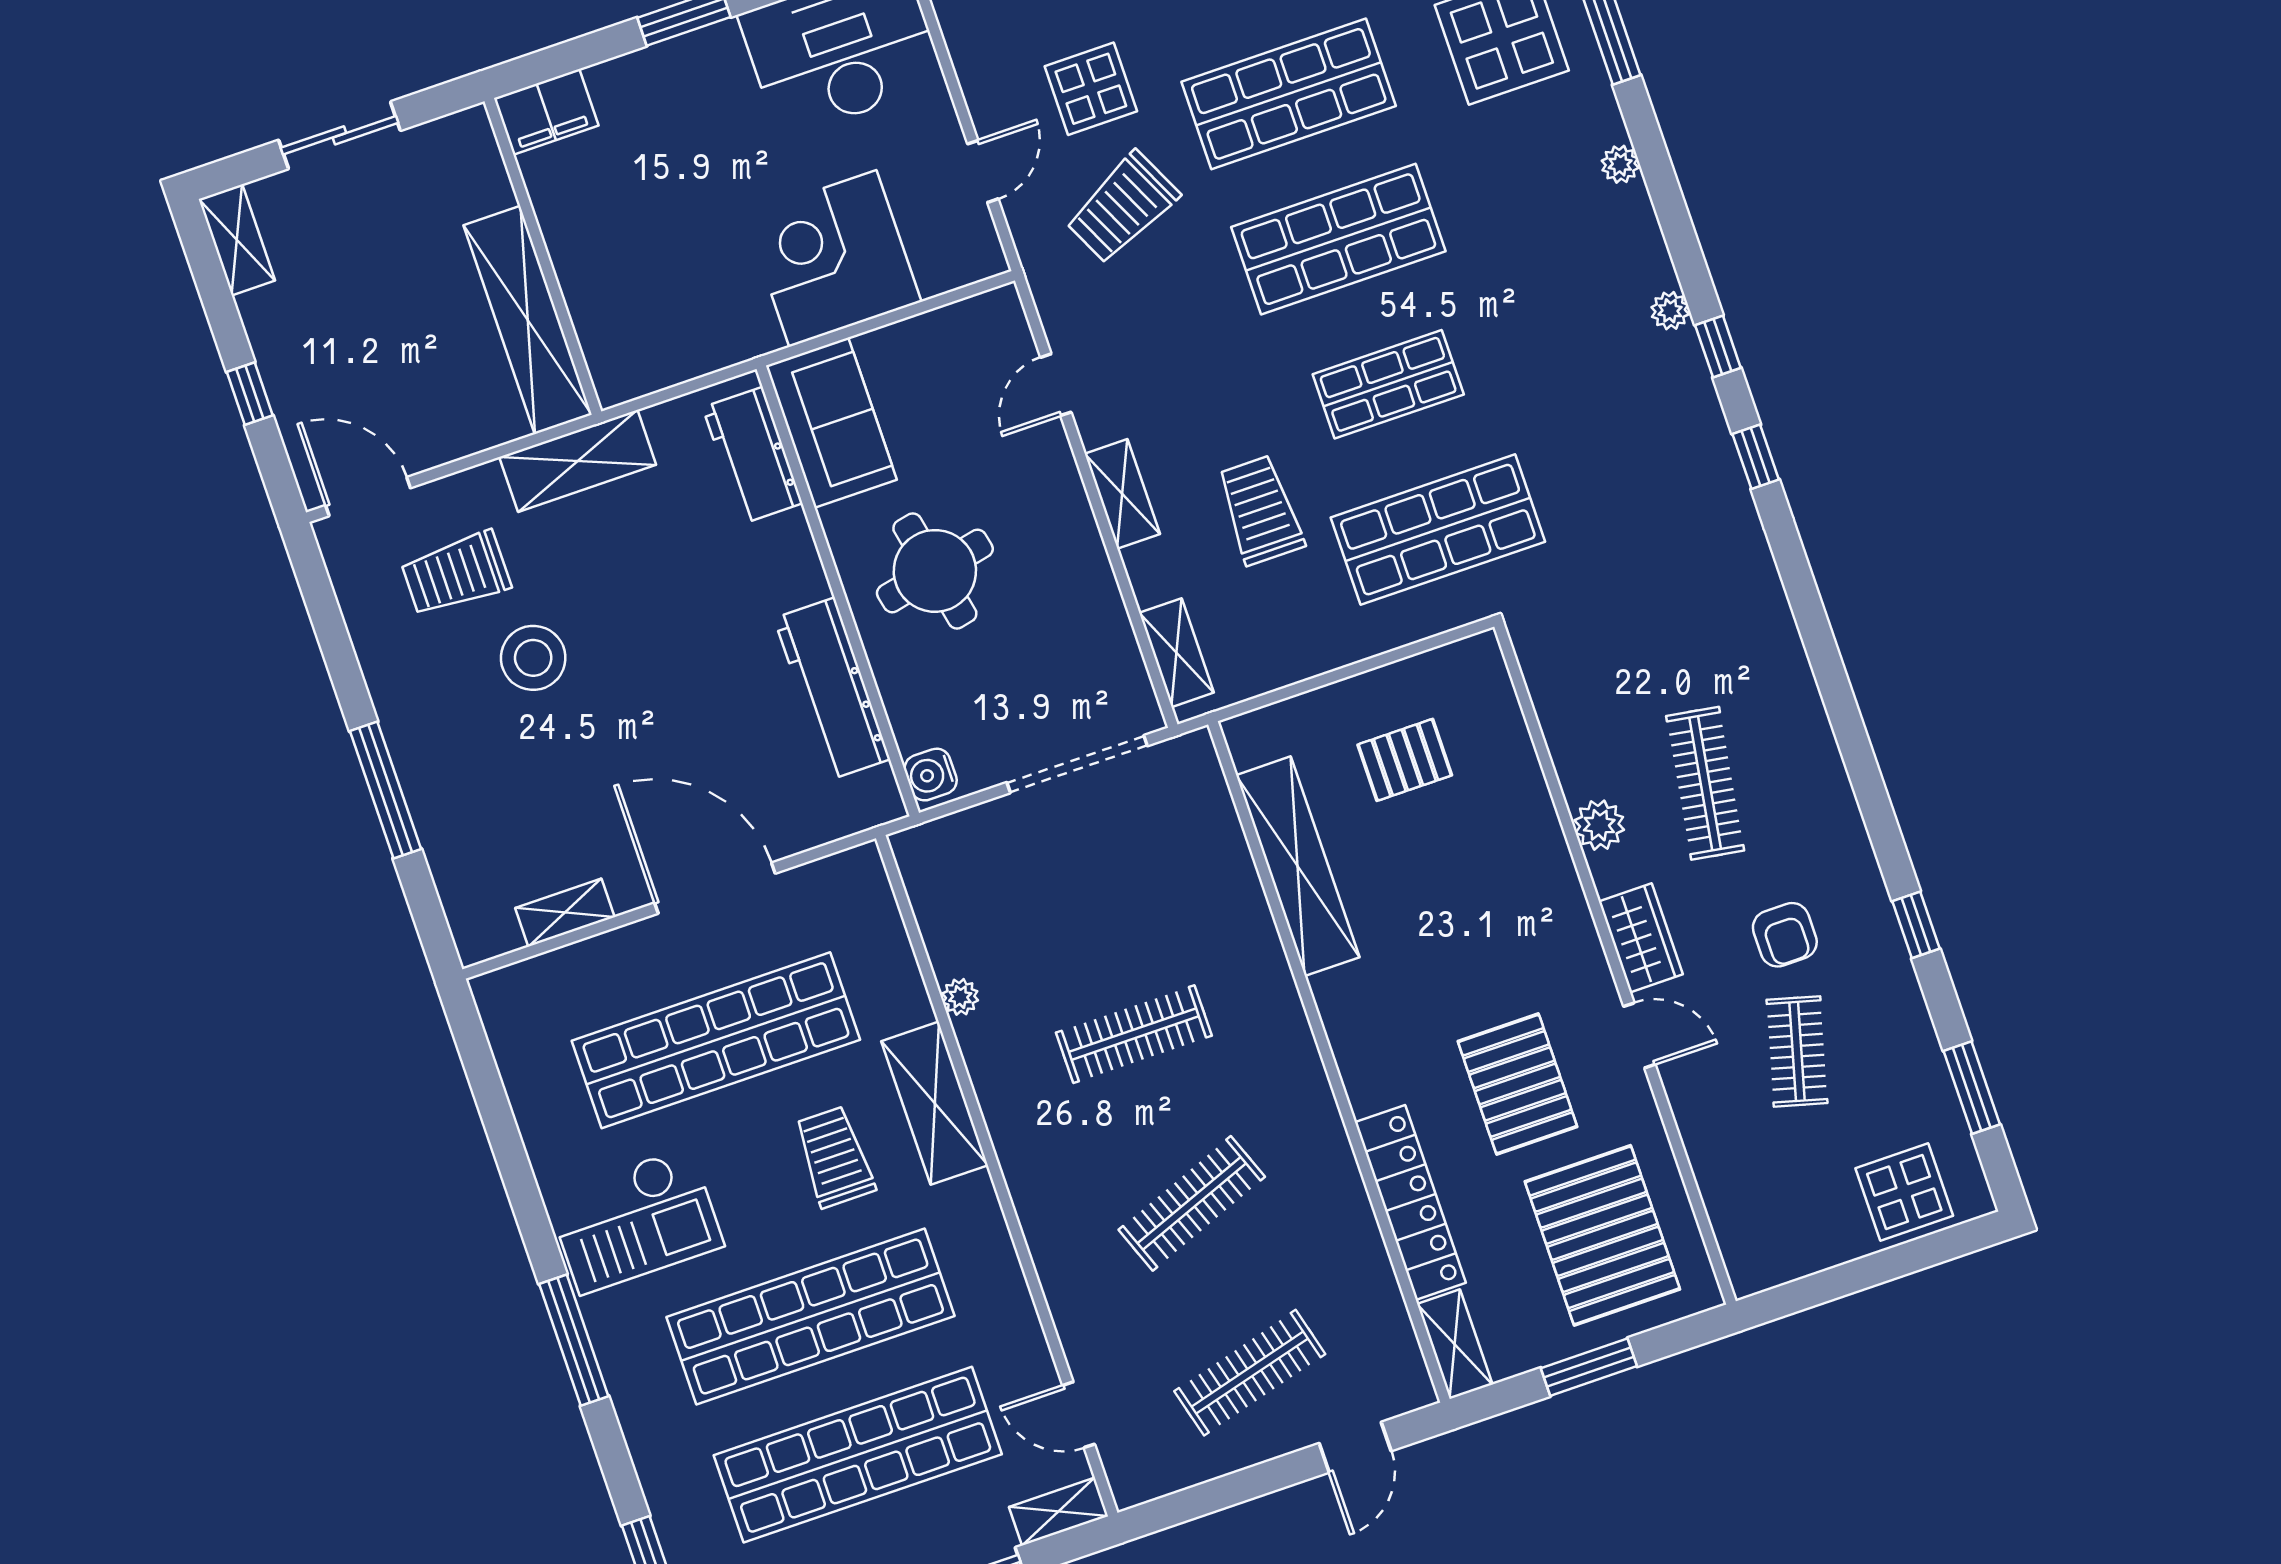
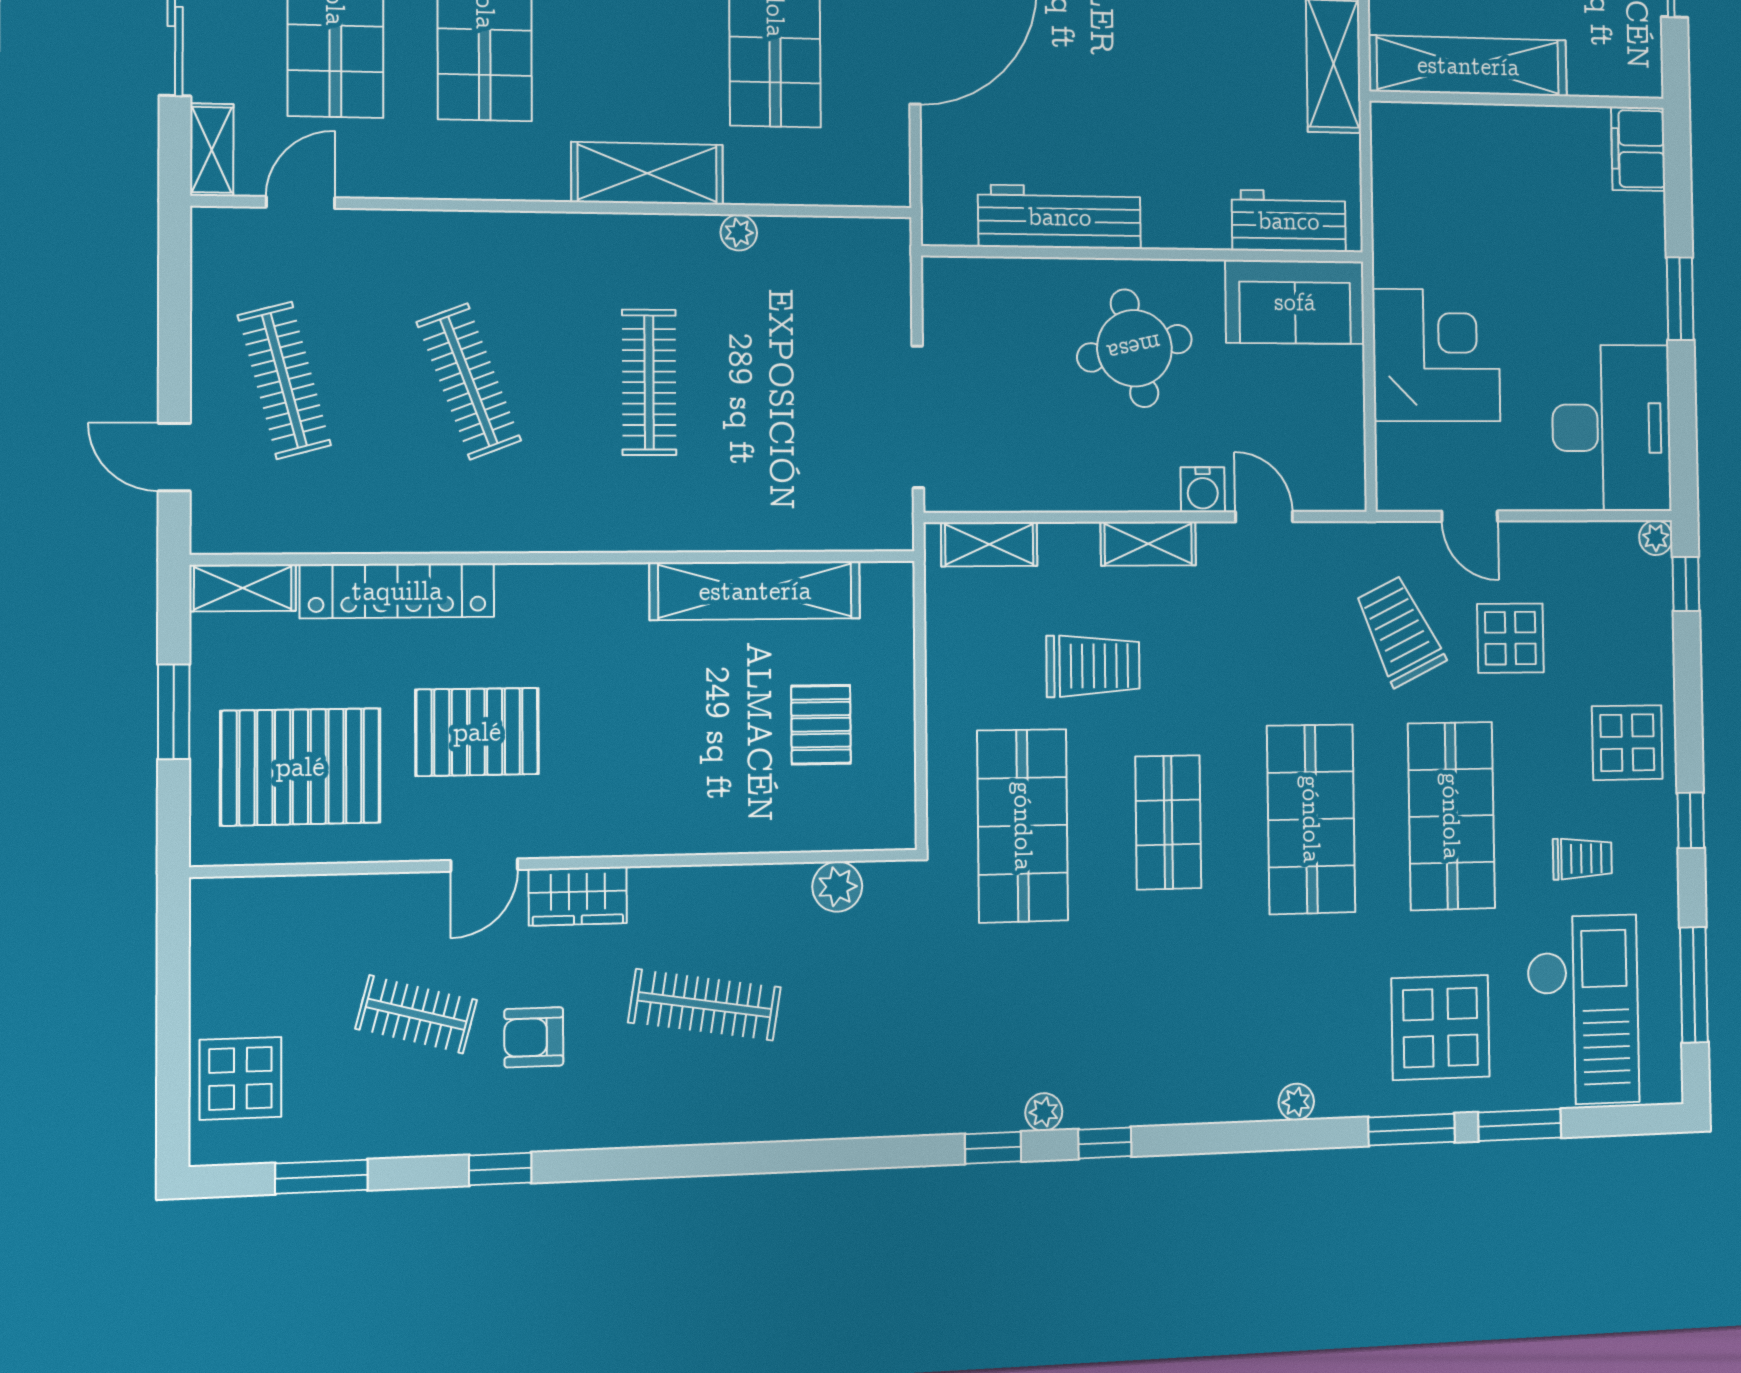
plant: (1670, 311) -> (1044, 1112), moved
water cooler: (931, 775) -> (1203, 490), moved, turned 180
plant: (1599, 825) -> (837, 887), moved
trolley: (834, 1157) -> (628, 62), removed

